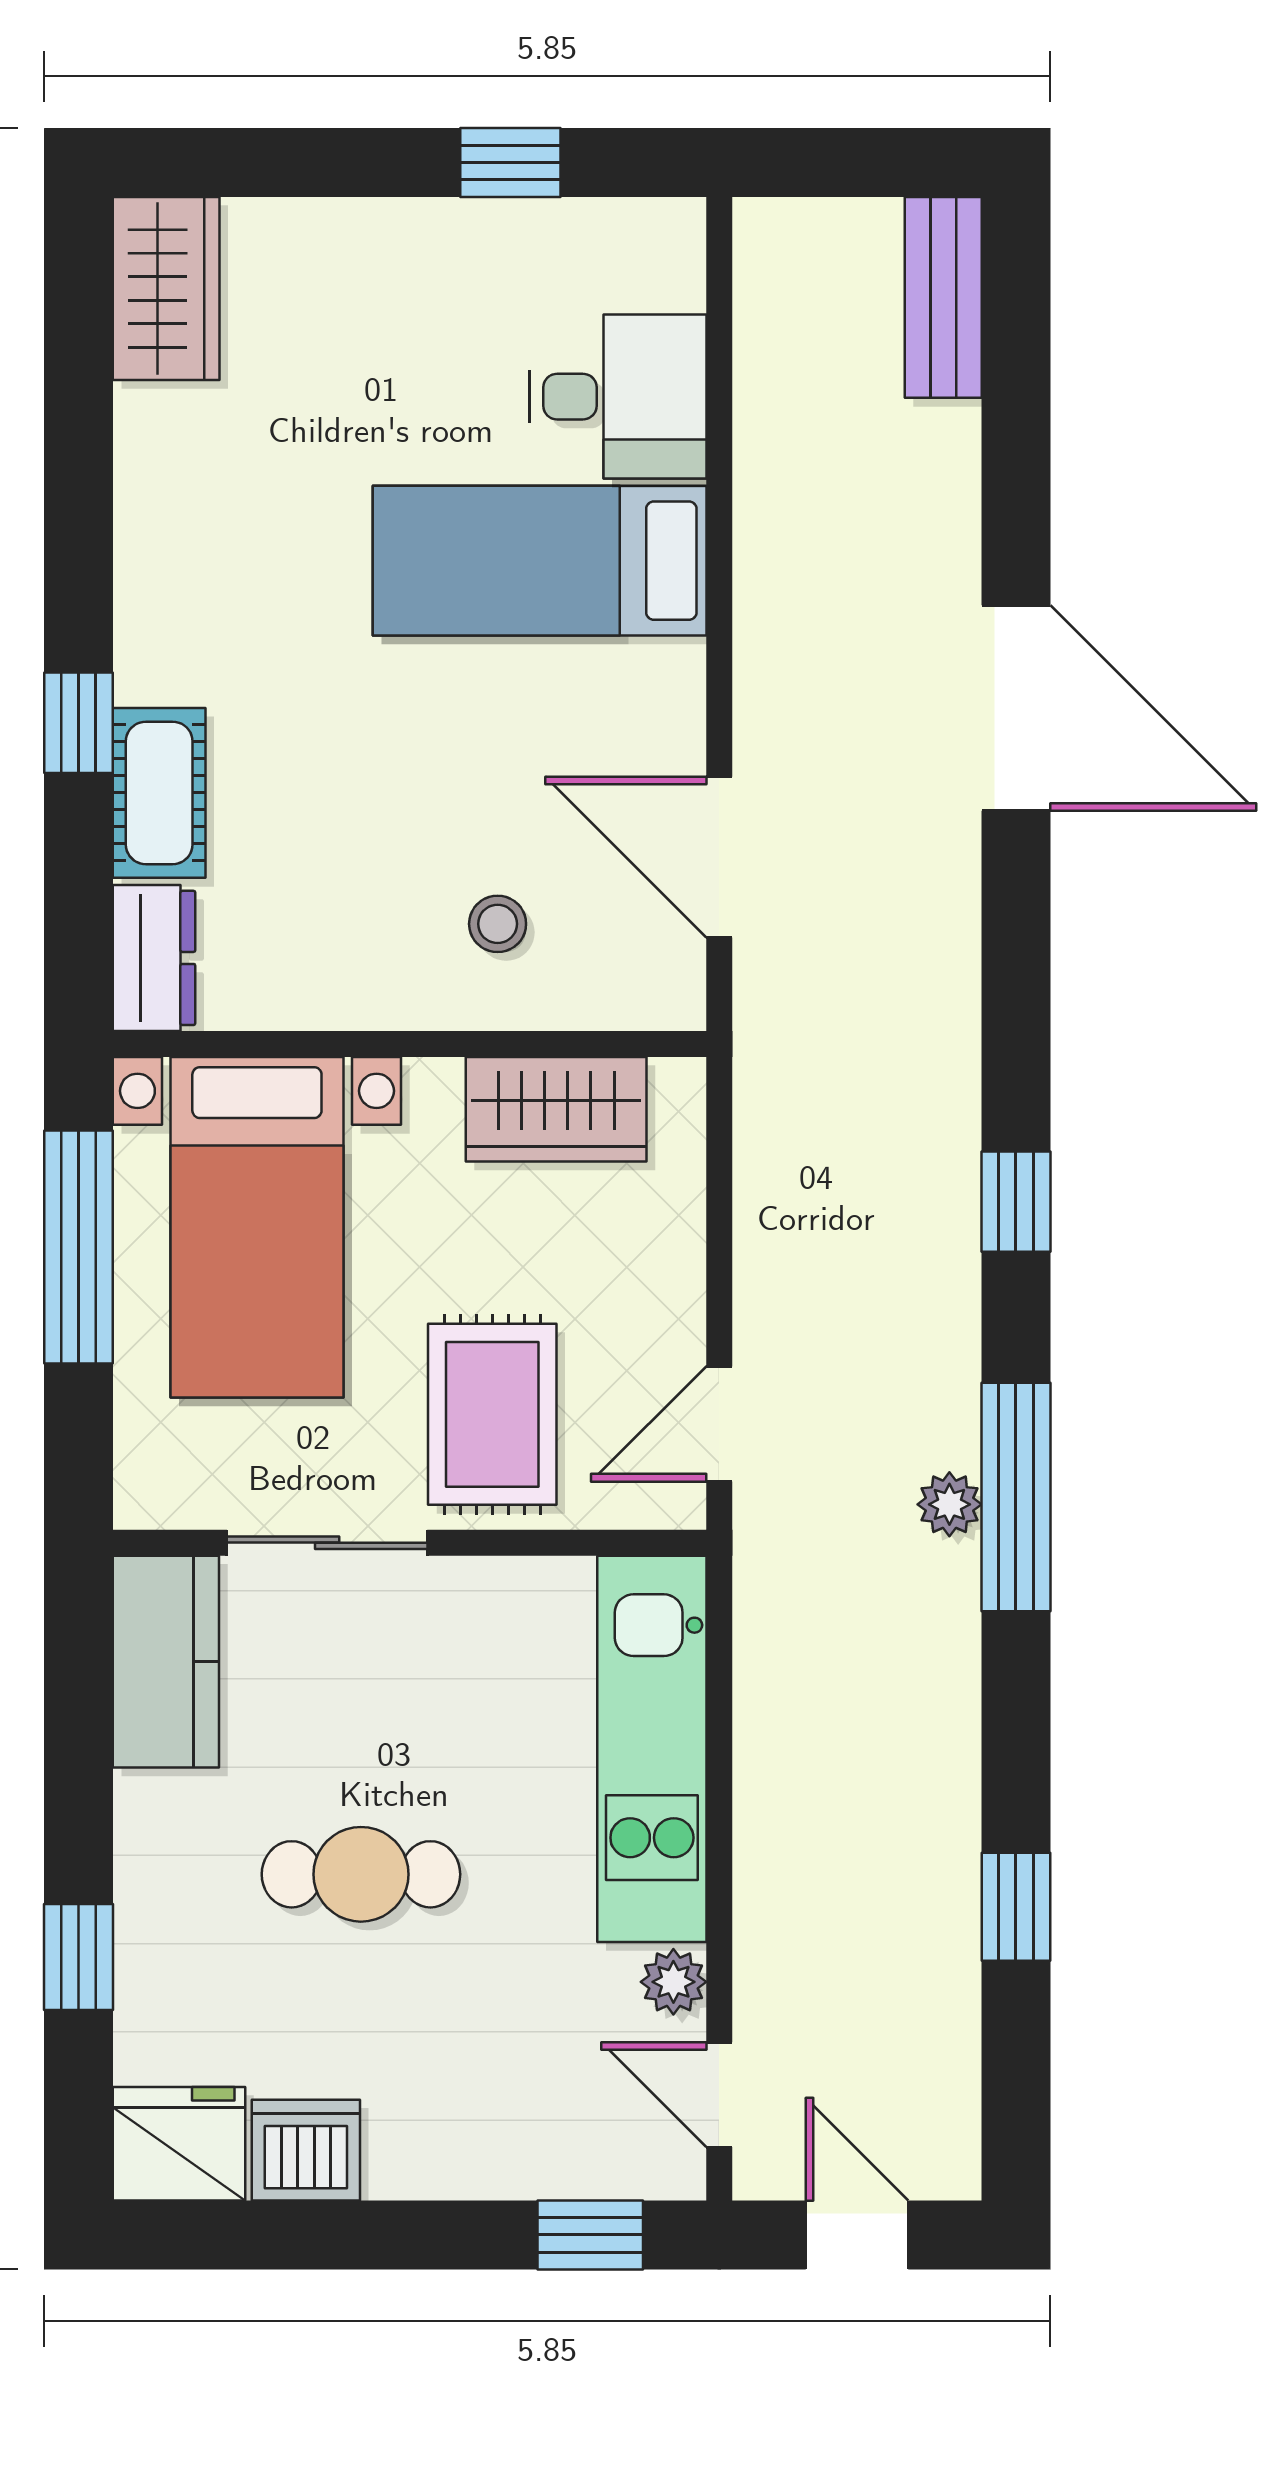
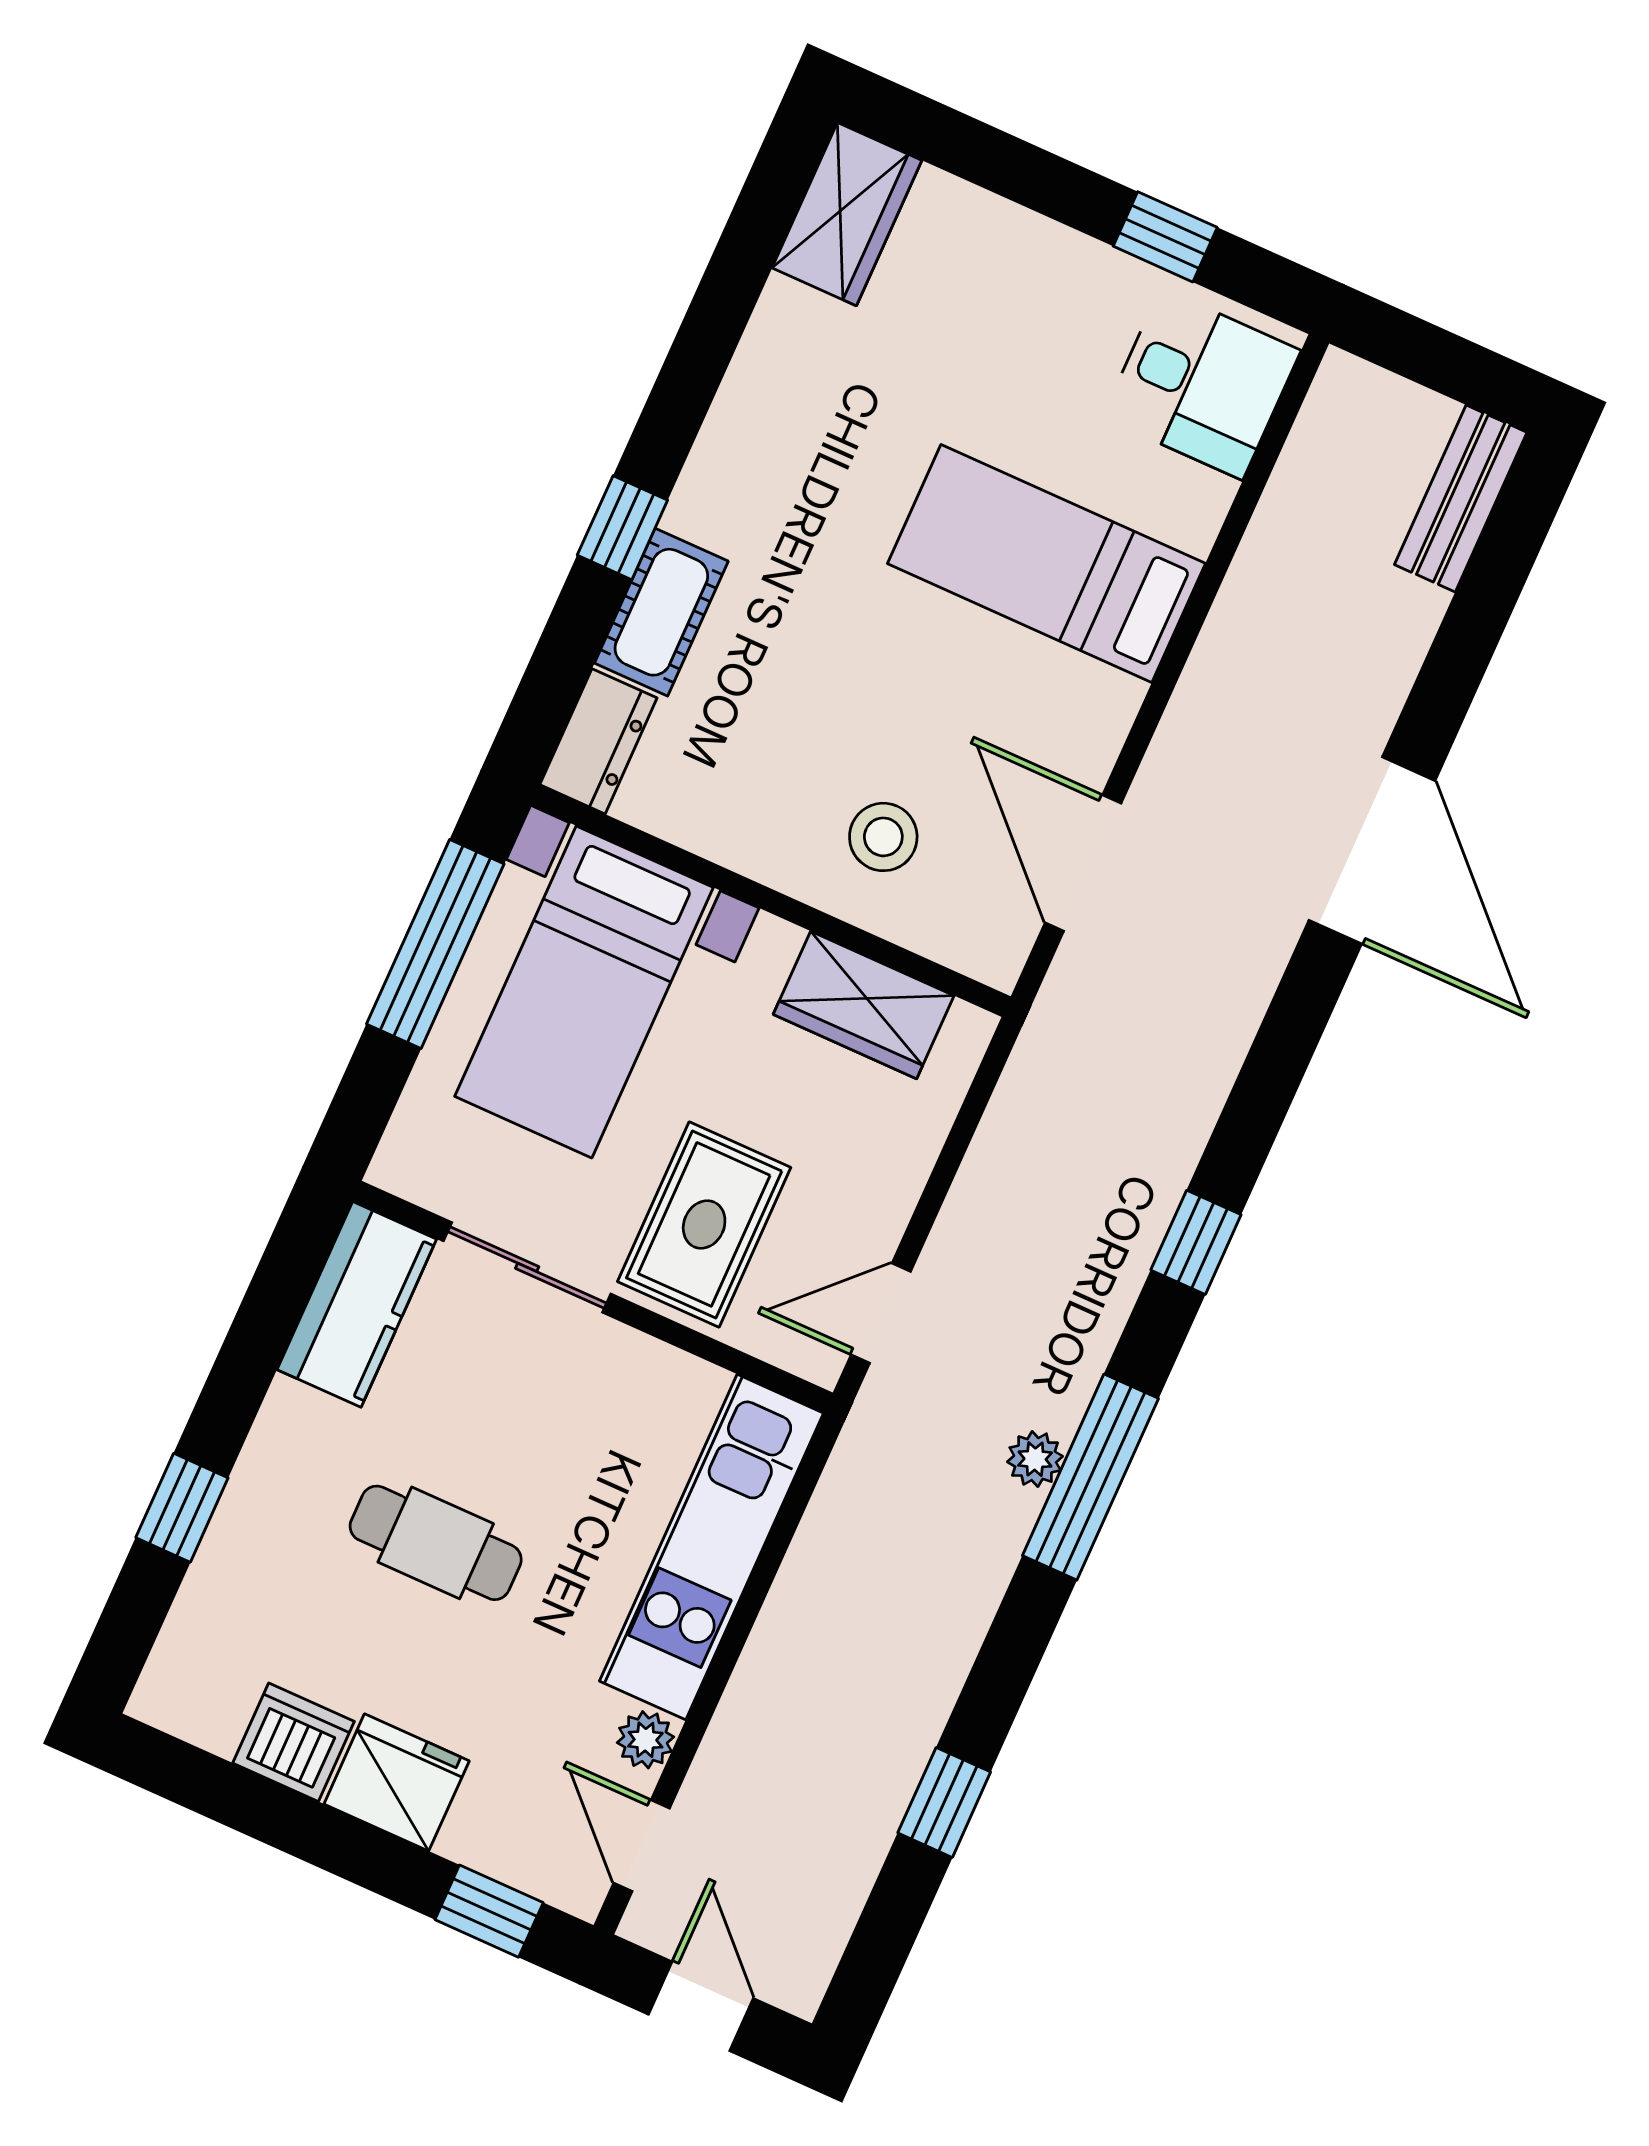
desk: (618, 397) -> (1202, 384), moved
stool: (498, 924) -> (883, 837), width x1.37, depth x1.37
fridge: (179, 2144) -> (397, 1782), moved

